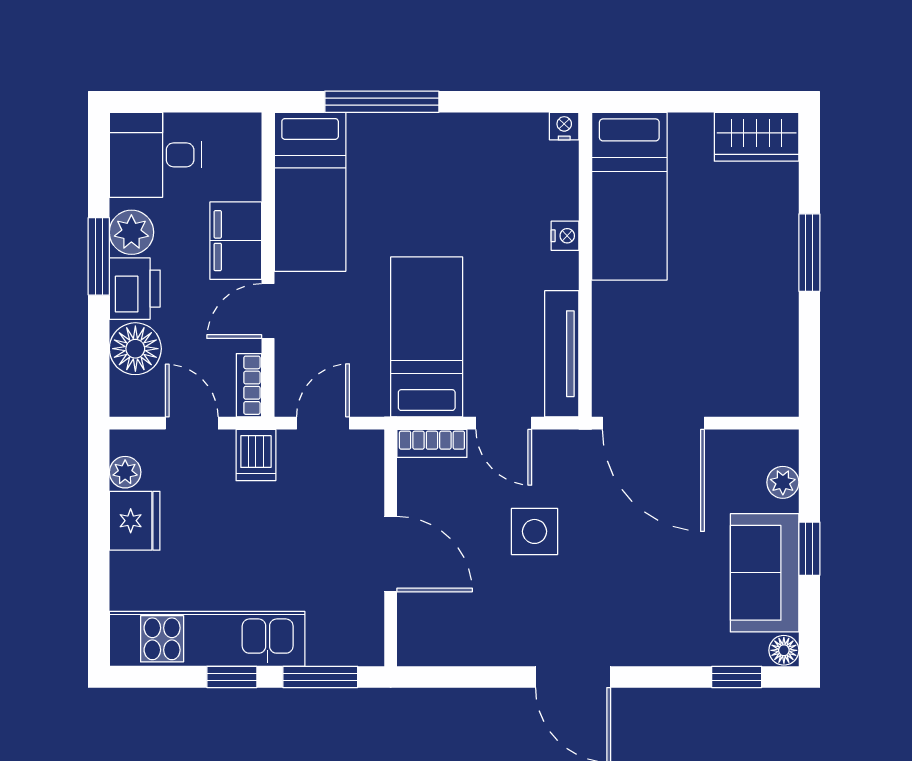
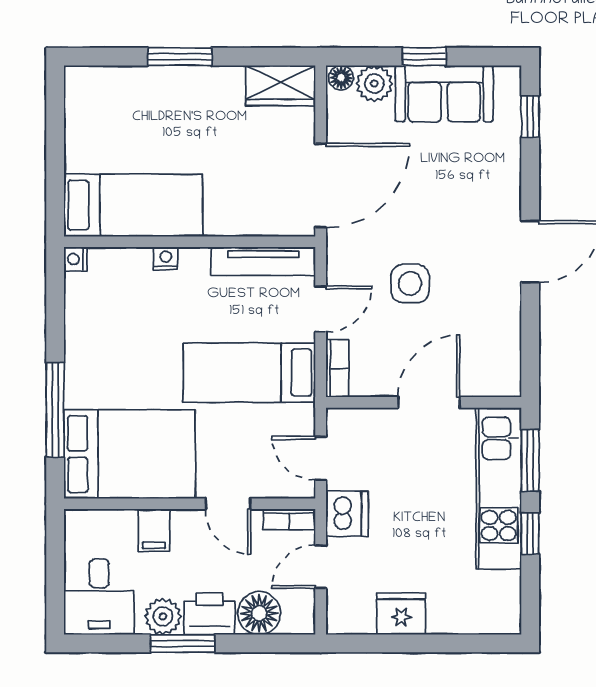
wardrobe: (757, 137) -> (280, 86), moved, turned 90
bed: (310, 192) -> (130, 454), width x1.50
filing cabinet: (236, 241) -> (154, 530), width x0.50
dishwasher: (256, 455) -> (347, 514), width x1.38
plant: (125, 472) -> (361, 622), removed
plant: (783, 482) -> (374, 83), width x1.38, depth x1.38
kitchen unit: (207, 639) -> (499, 488), moved
floor lamp: (784, 650) -> (341, 78), moved

